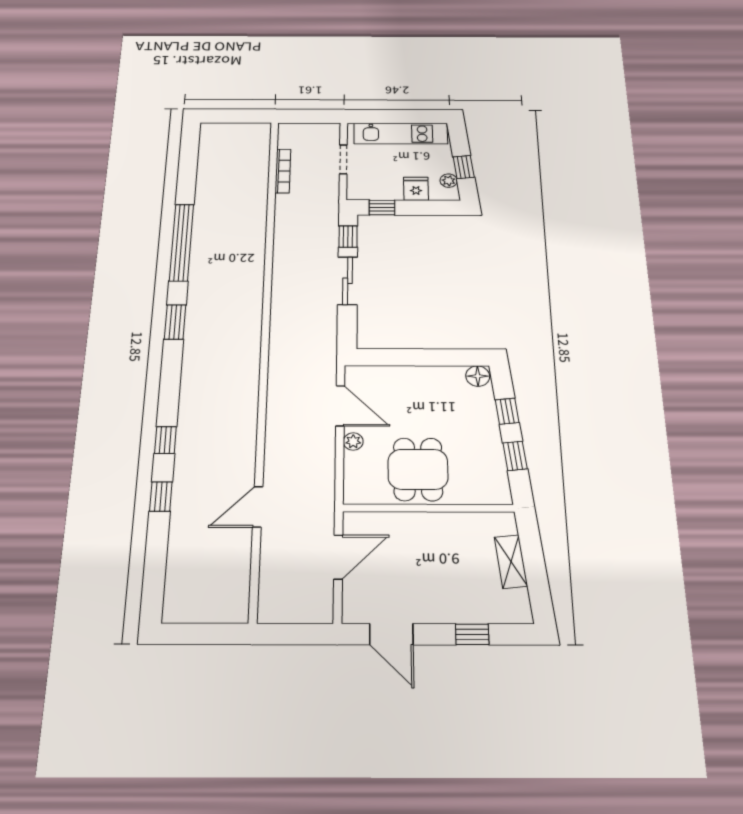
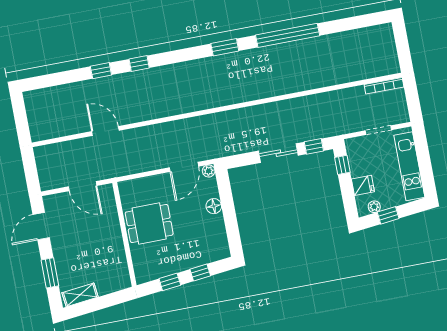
bookcase: (283, 171) -> (384, 86), moved
floor lamp: (478, 376) -> (214, 206), moved
plant: (353, 441) -> (209, 171), moved
shelving: (511, 562) -> (80, 295), moved
window: (472, 634) -> (50, 273), width x1.50

